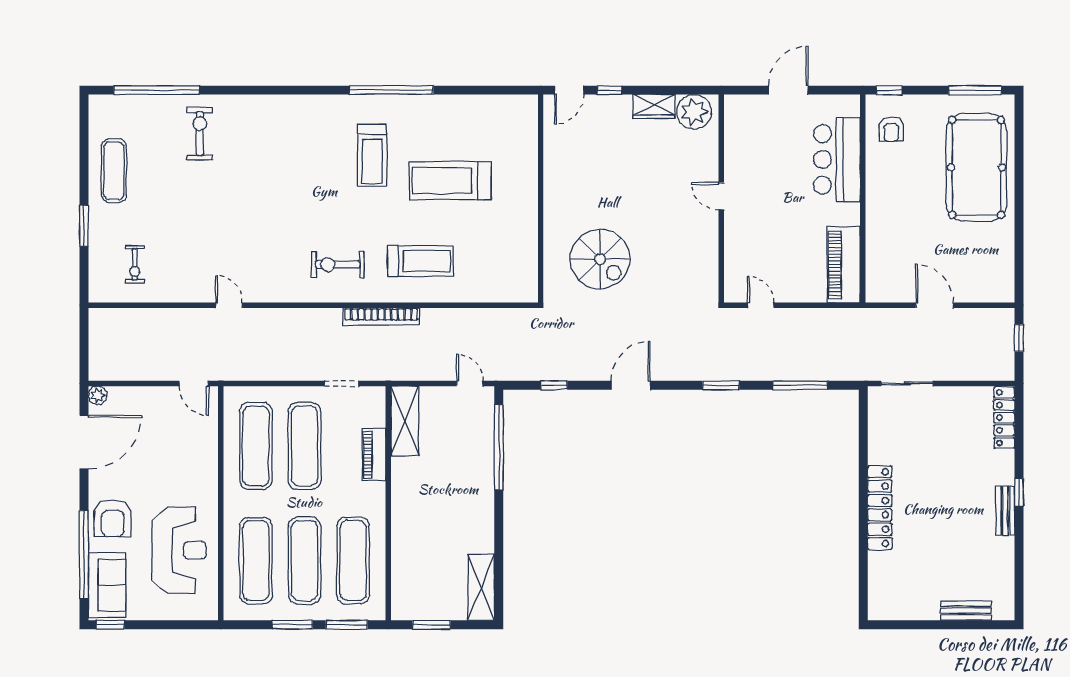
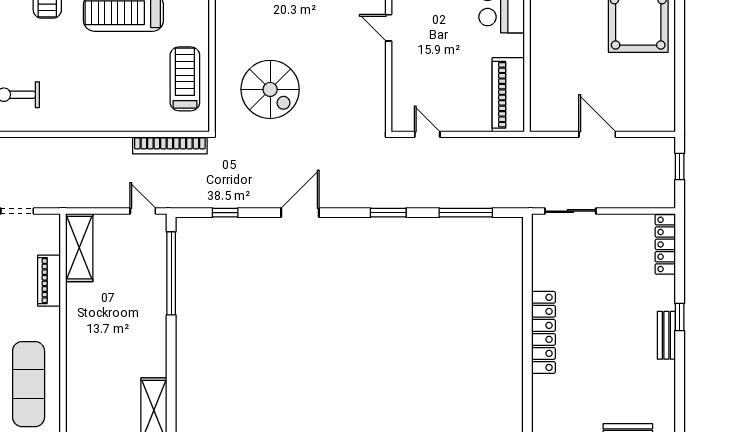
treadmill: (420, 261) -> (185, 79), moved, turned -90
bookcase: (381, 316) -> (170, 145), moved

